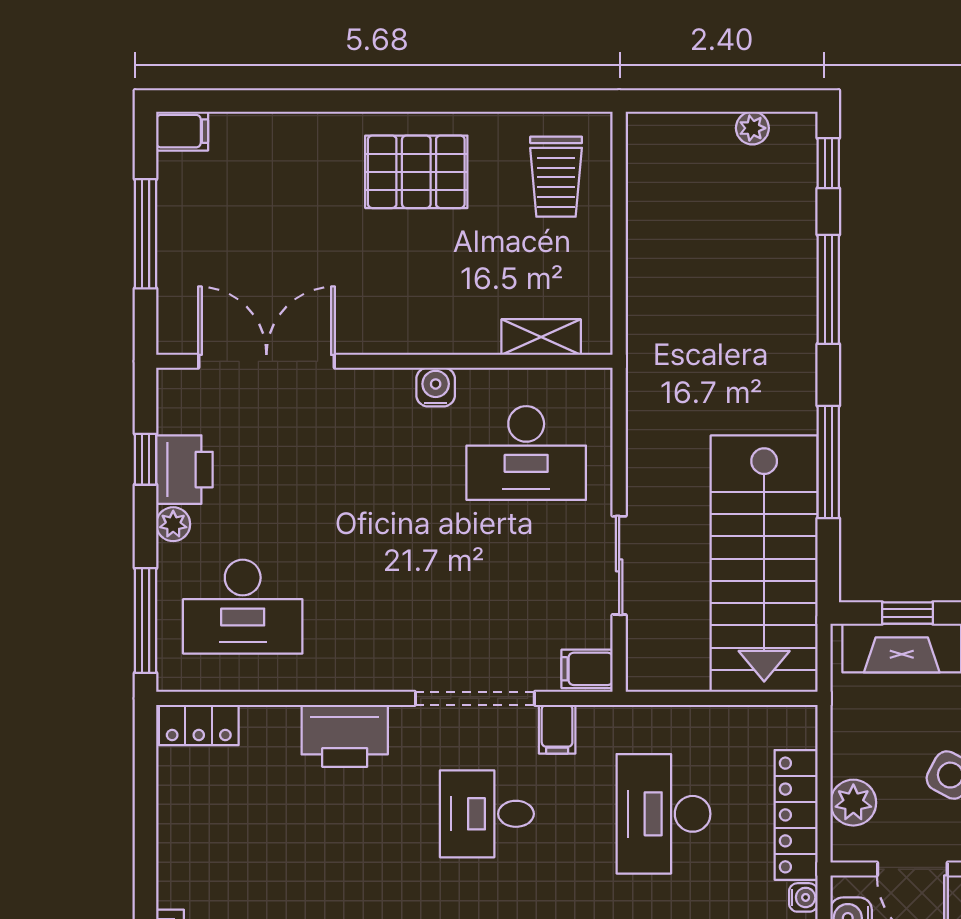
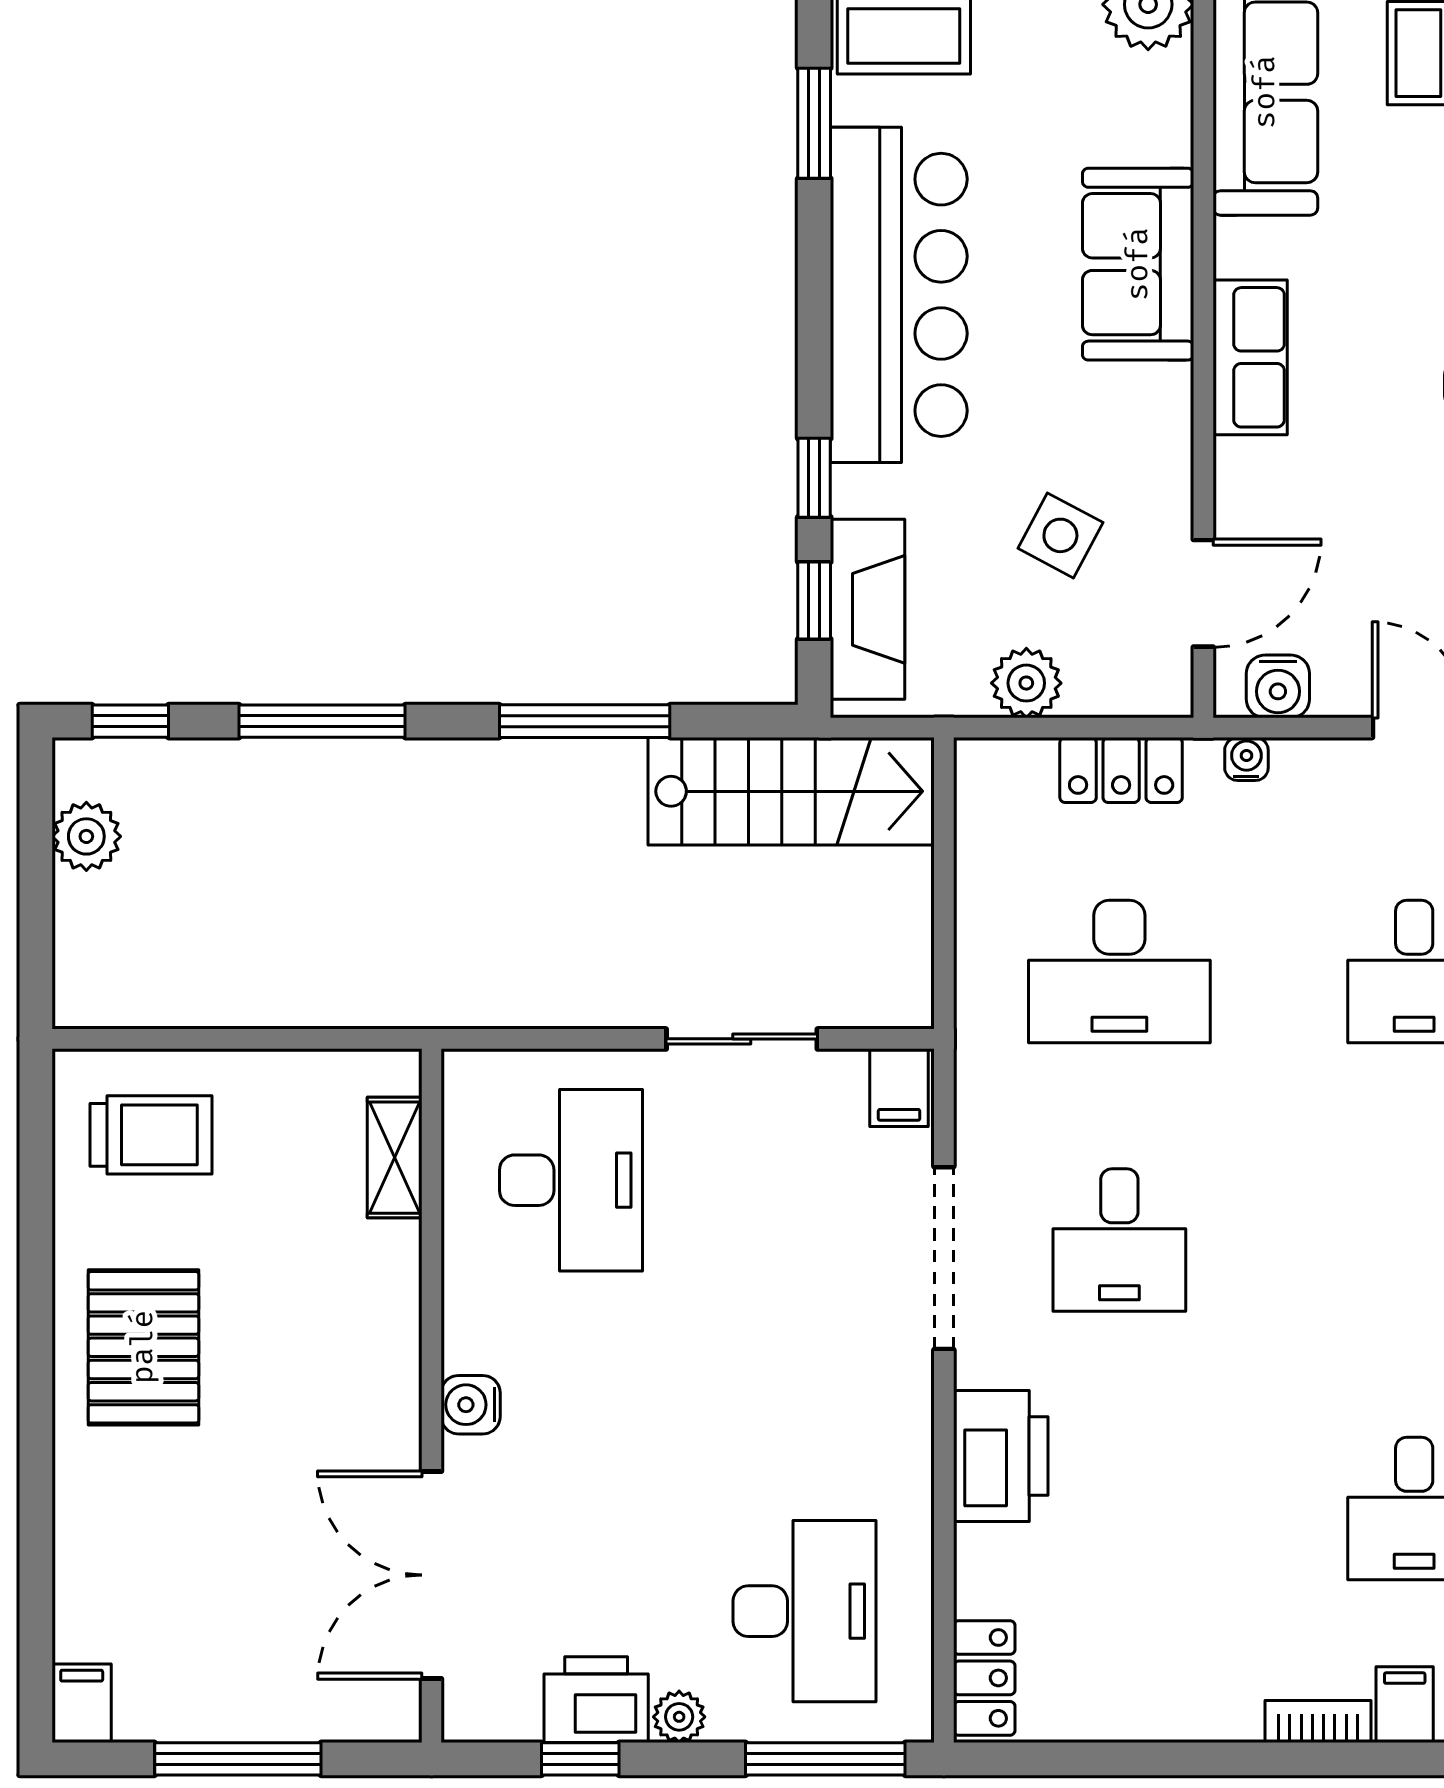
plant: (752, 128) -> (86, 836), width x1.38, depth x1.38
water cooler: (436, 387) -> (471, 1405), moved
stairs: (764, 564) -> (791, 791), width x0.73, depth x0.66
filing cabinet: (557, 729) -> (991, 1133), removed
plant: (853, 803) -> (1026, 683), moved
locker: (796, 815) -> (1121, 770), width x0.66

